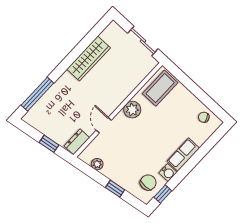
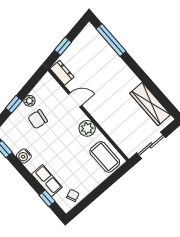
wardrobe: (89, 59) -> (150, 104), moved
window: (210, 144) -> (47, 198), added
row of seats: (183, 155) -> (47, 181), moved
plant: (97, 164) -> (29, 101), moved
chair: (148, 183) -> (38, 119), moved, turned 98

